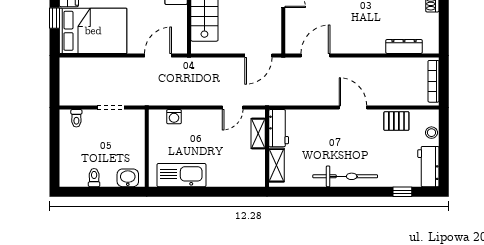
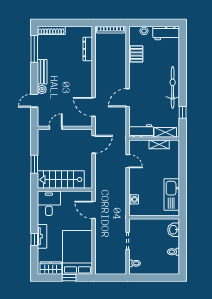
door: (258, 56) -> (94, 144), hinge flipped
door: (353, 108) -> (128, 98), moved
shelving: (258, 133) -> (159, 144), moved
window: (402, 192) -> (183, 112), moved

